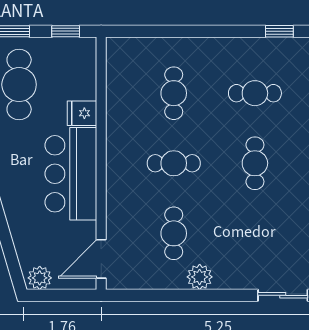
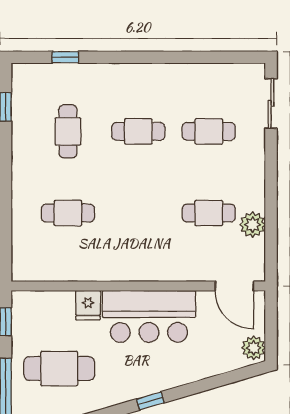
cafe table: (174, 163) -> (209, 131), moved, turned 90
plant: (200, 277) -> (253, 225), moved

